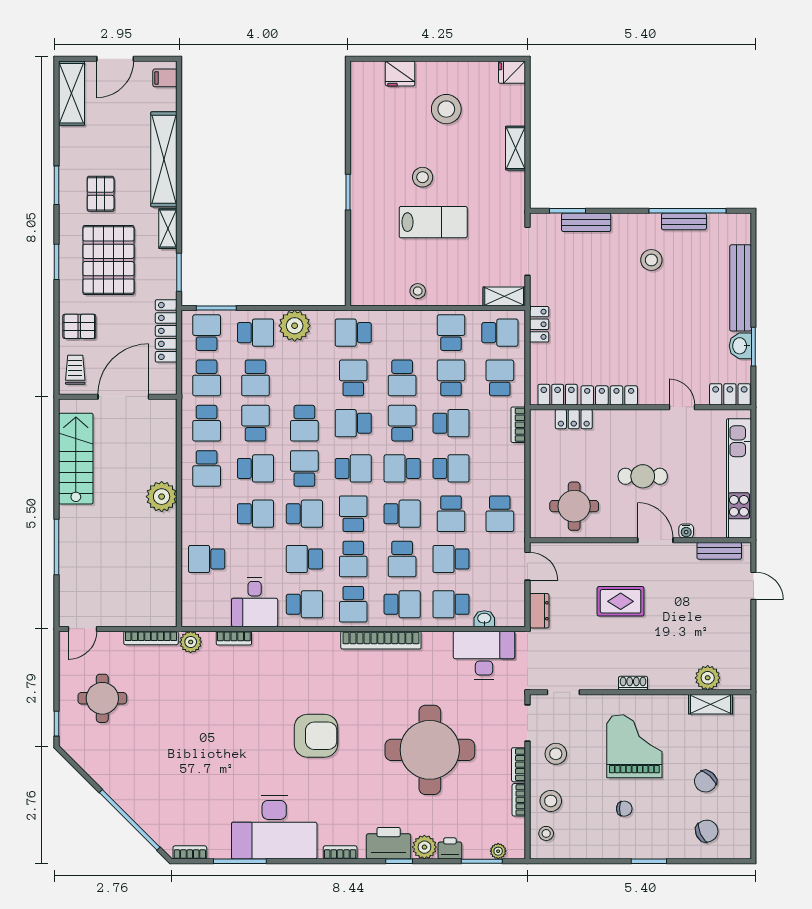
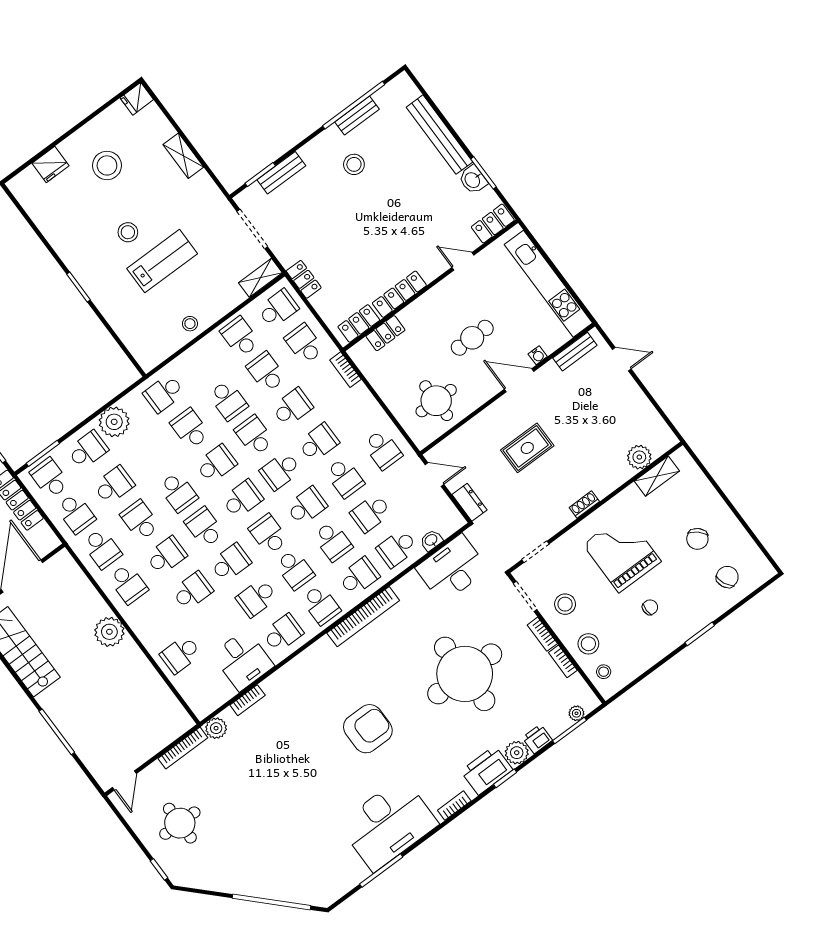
school desk: (255, 378) -> (114, 485), turned -90
school desk: (353, 423) -> (216, 464), turned 180
bookcase: (190, 852) -> (337, 893), removed

